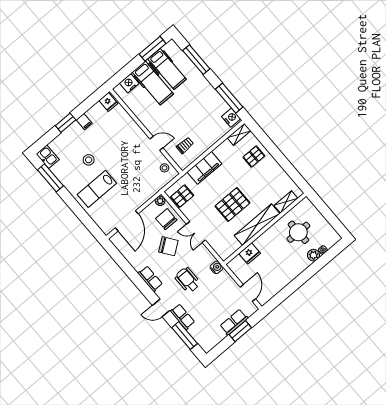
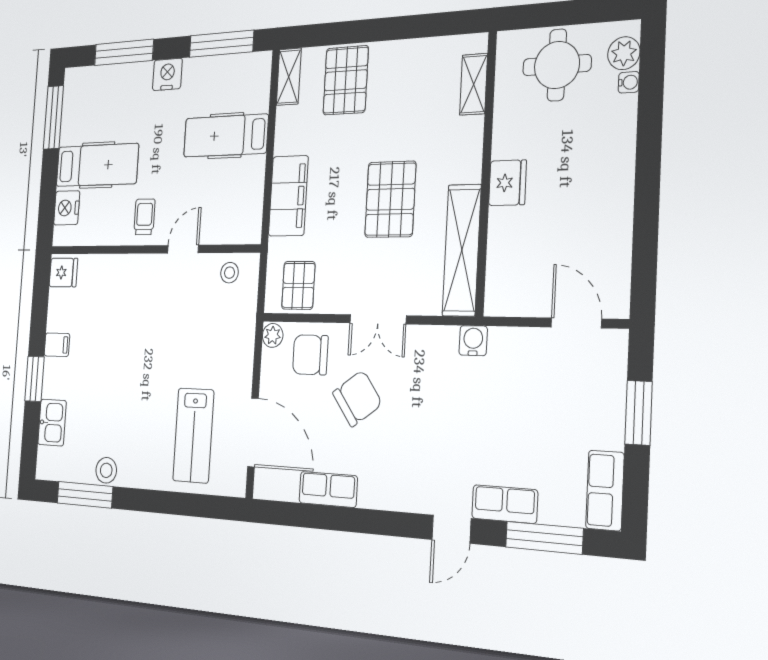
hospital bed: (167, 69) -> (226, 136), moved, turned 180
nightstand: (231, 118) -> (167, 74), moved
trolley: (185, 145) -> (144, 217), moved
pallet: (254, 156) -> (346, 80), width x1.50, depth x1.42
kitchen sink: (48, 157) -> (52, 423), moved, turned 90
stool: (89, 160) -> (106, 470), moved
lab bench: (97, 189) -> (193, 435), moved
shelving: (257, 225) -> (462, 250), moved
round table: (298, 232) -> (557, 65), moved
fridge: (250, 253) -> (507, 183), moved
plant: (313, 255) -> (624, 53), moved
row of seats: (150, 279) -> (328, 489), moved
wheelchair: (188, 280) -> (447, 423), removed
row of seats: (234, 322) -> (605, 490), moved

